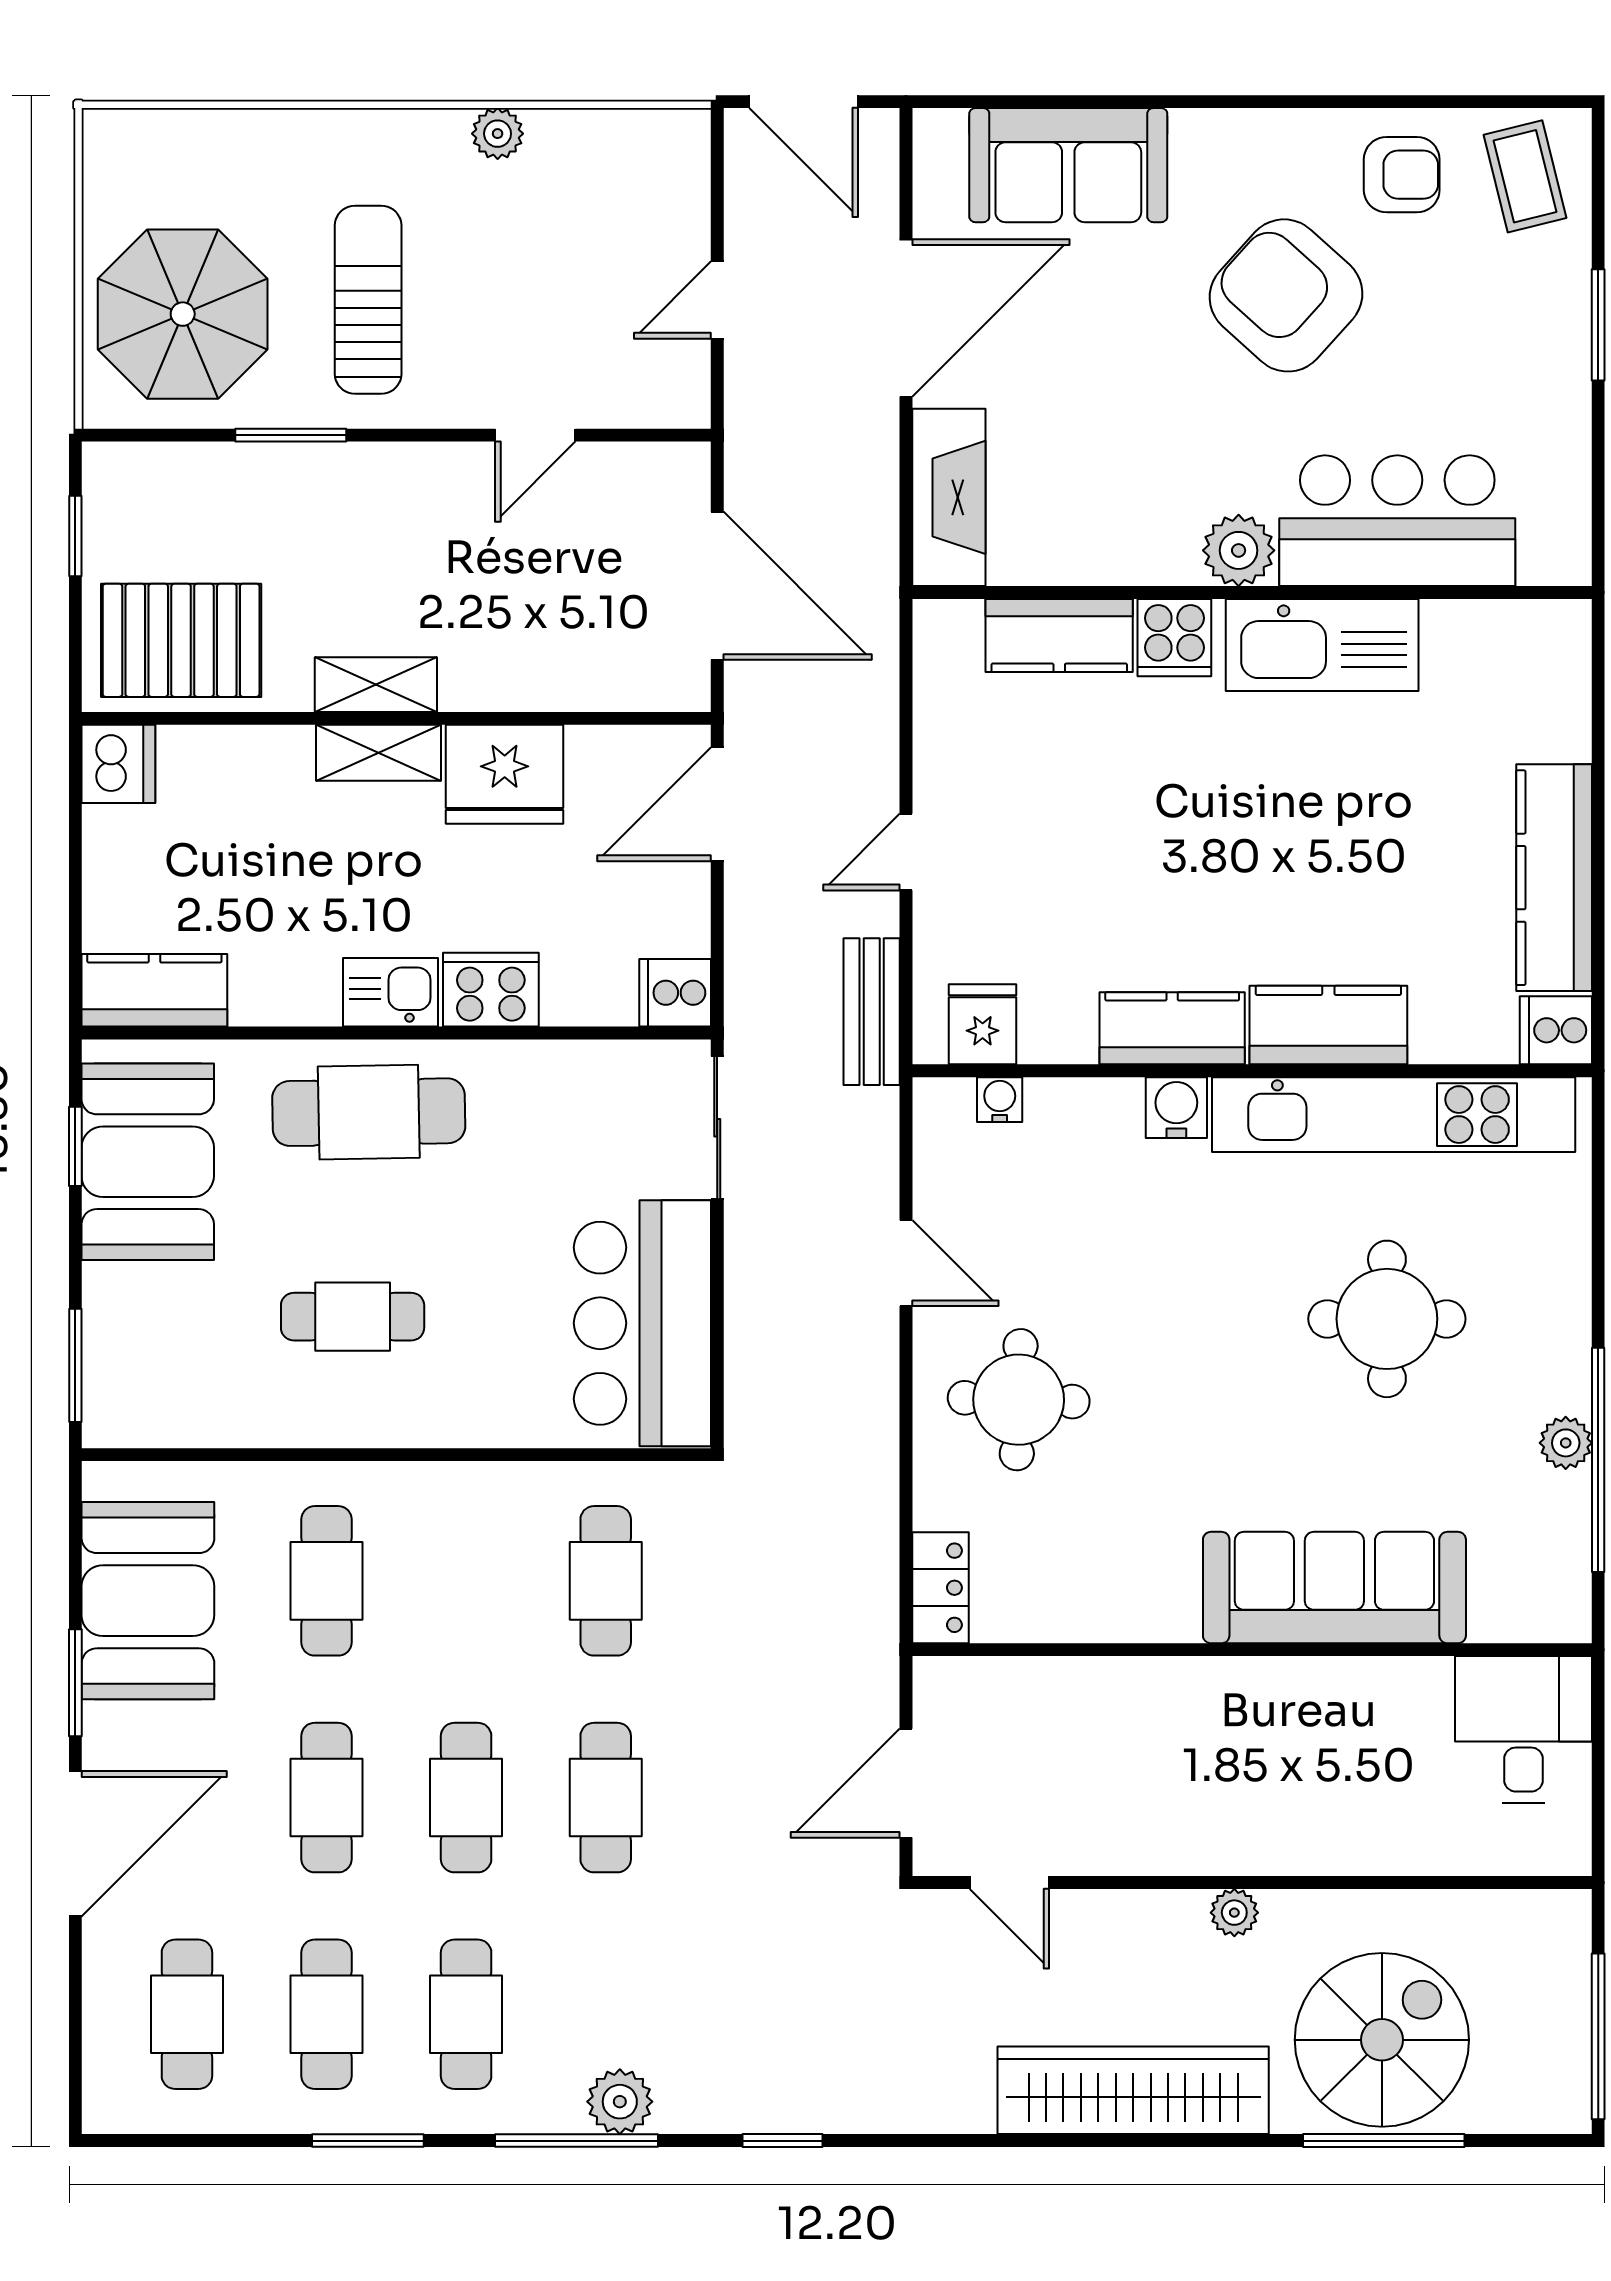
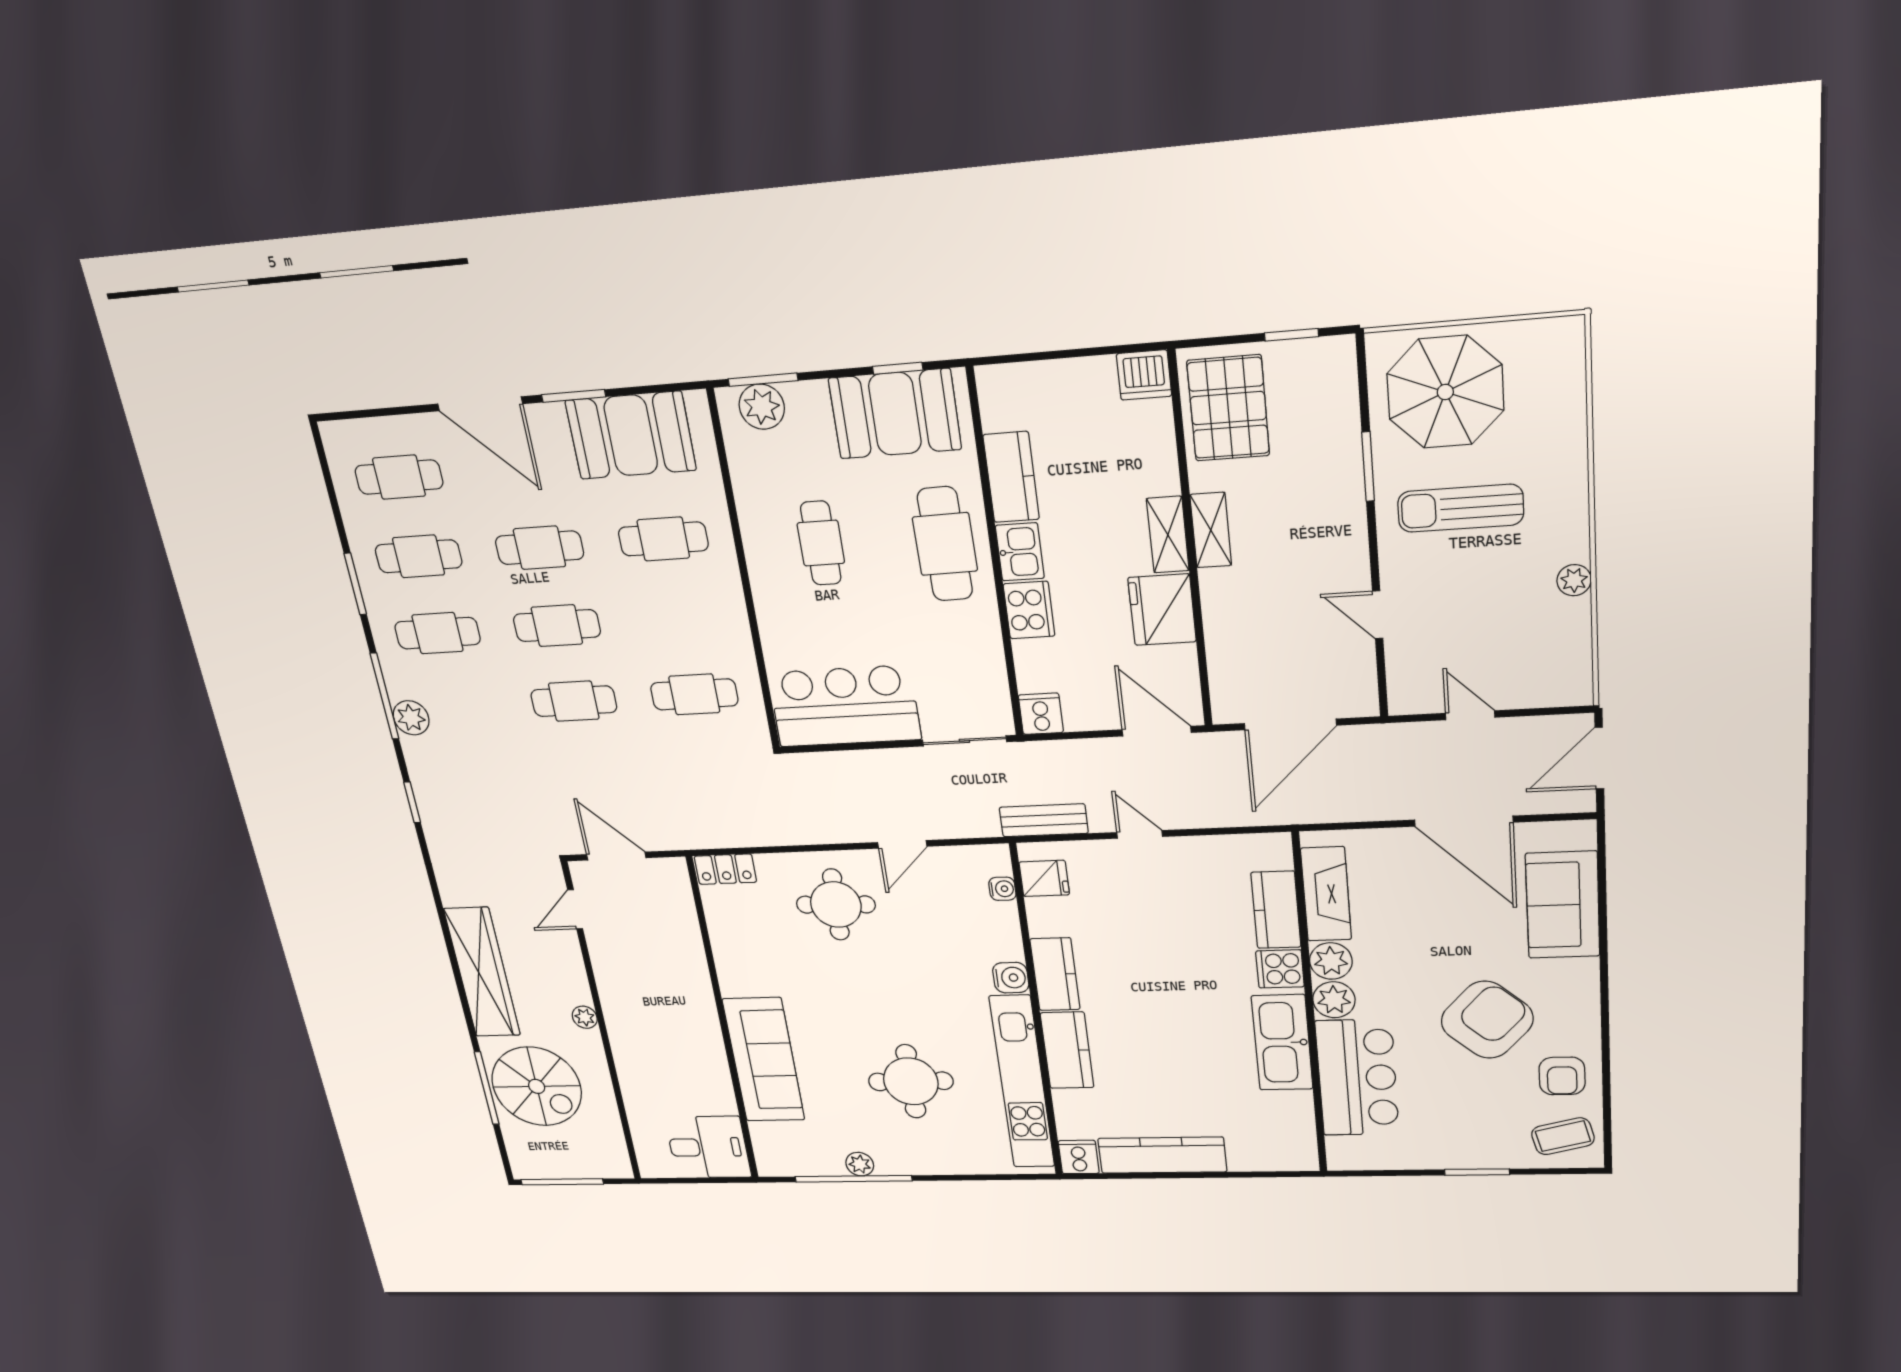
sun lounger: (368, 300) -> (1461, 508), turned 180
fireplace: (949, 497) -> (1326, 894), moved, turned -90
plant: (1162, 550) -> (1331, 961), added
kitchen counter: (154, 990) -> (1011, 477), moved
plant: (119, 1375) -> (762, 407), added

